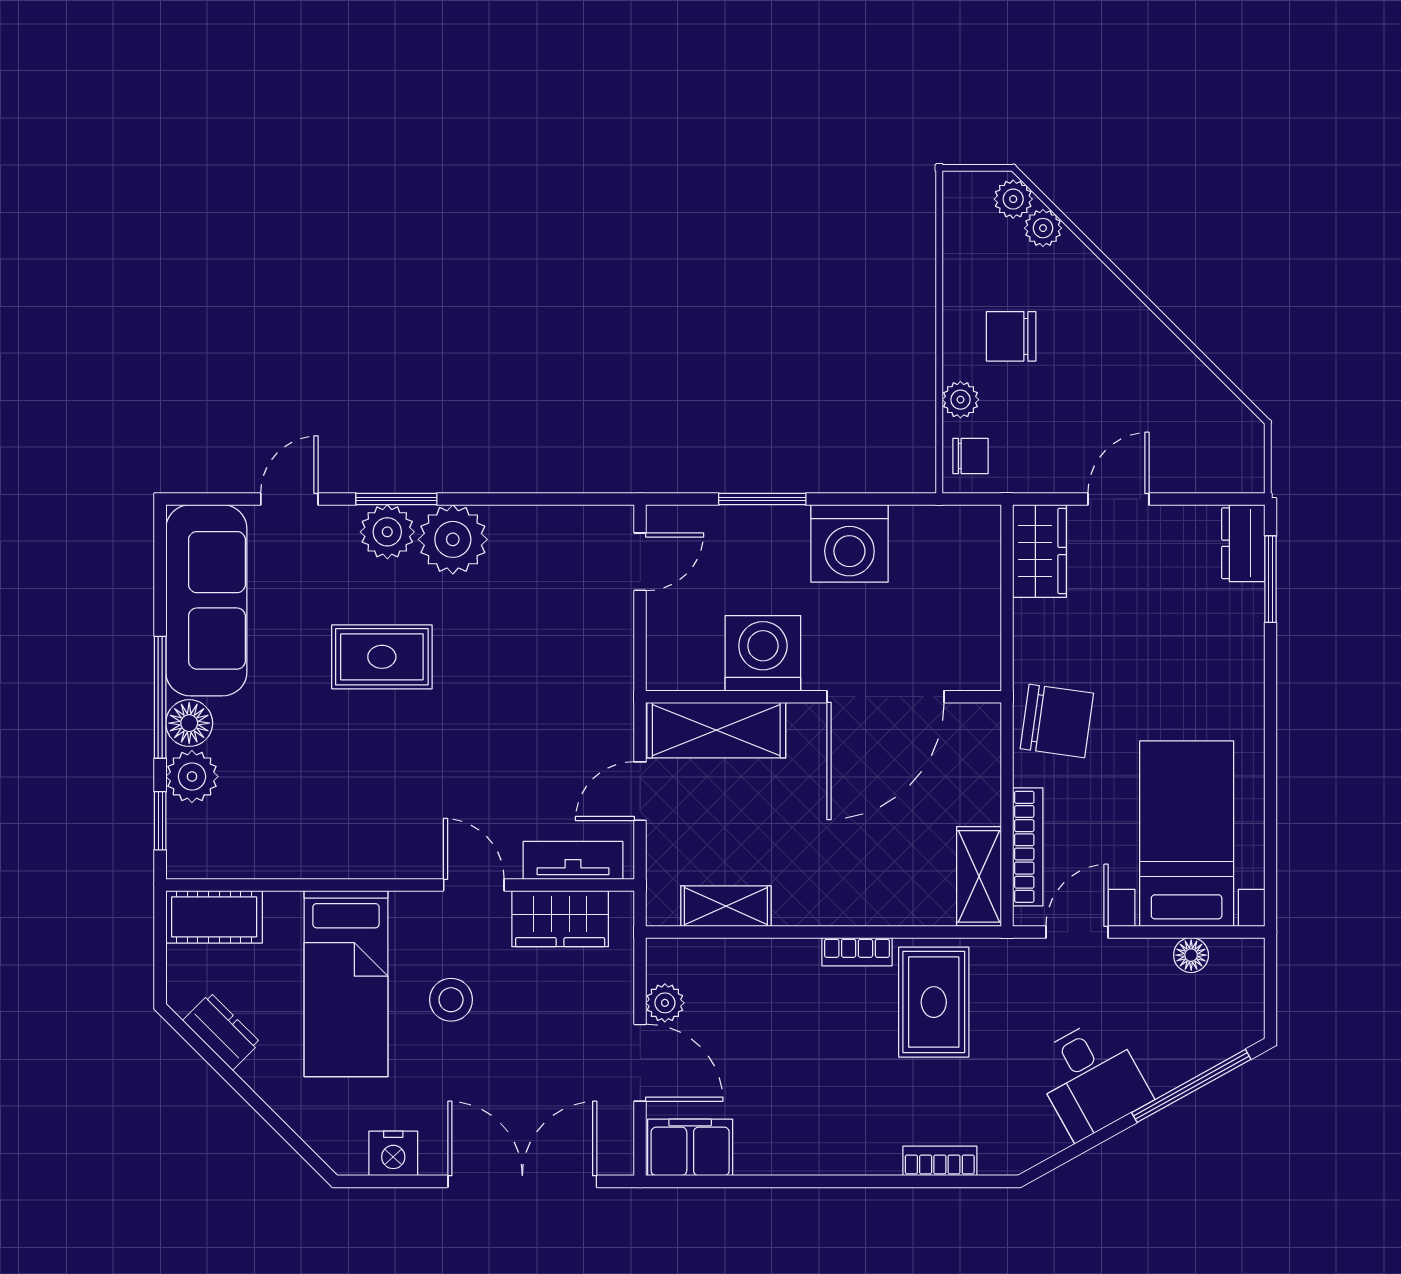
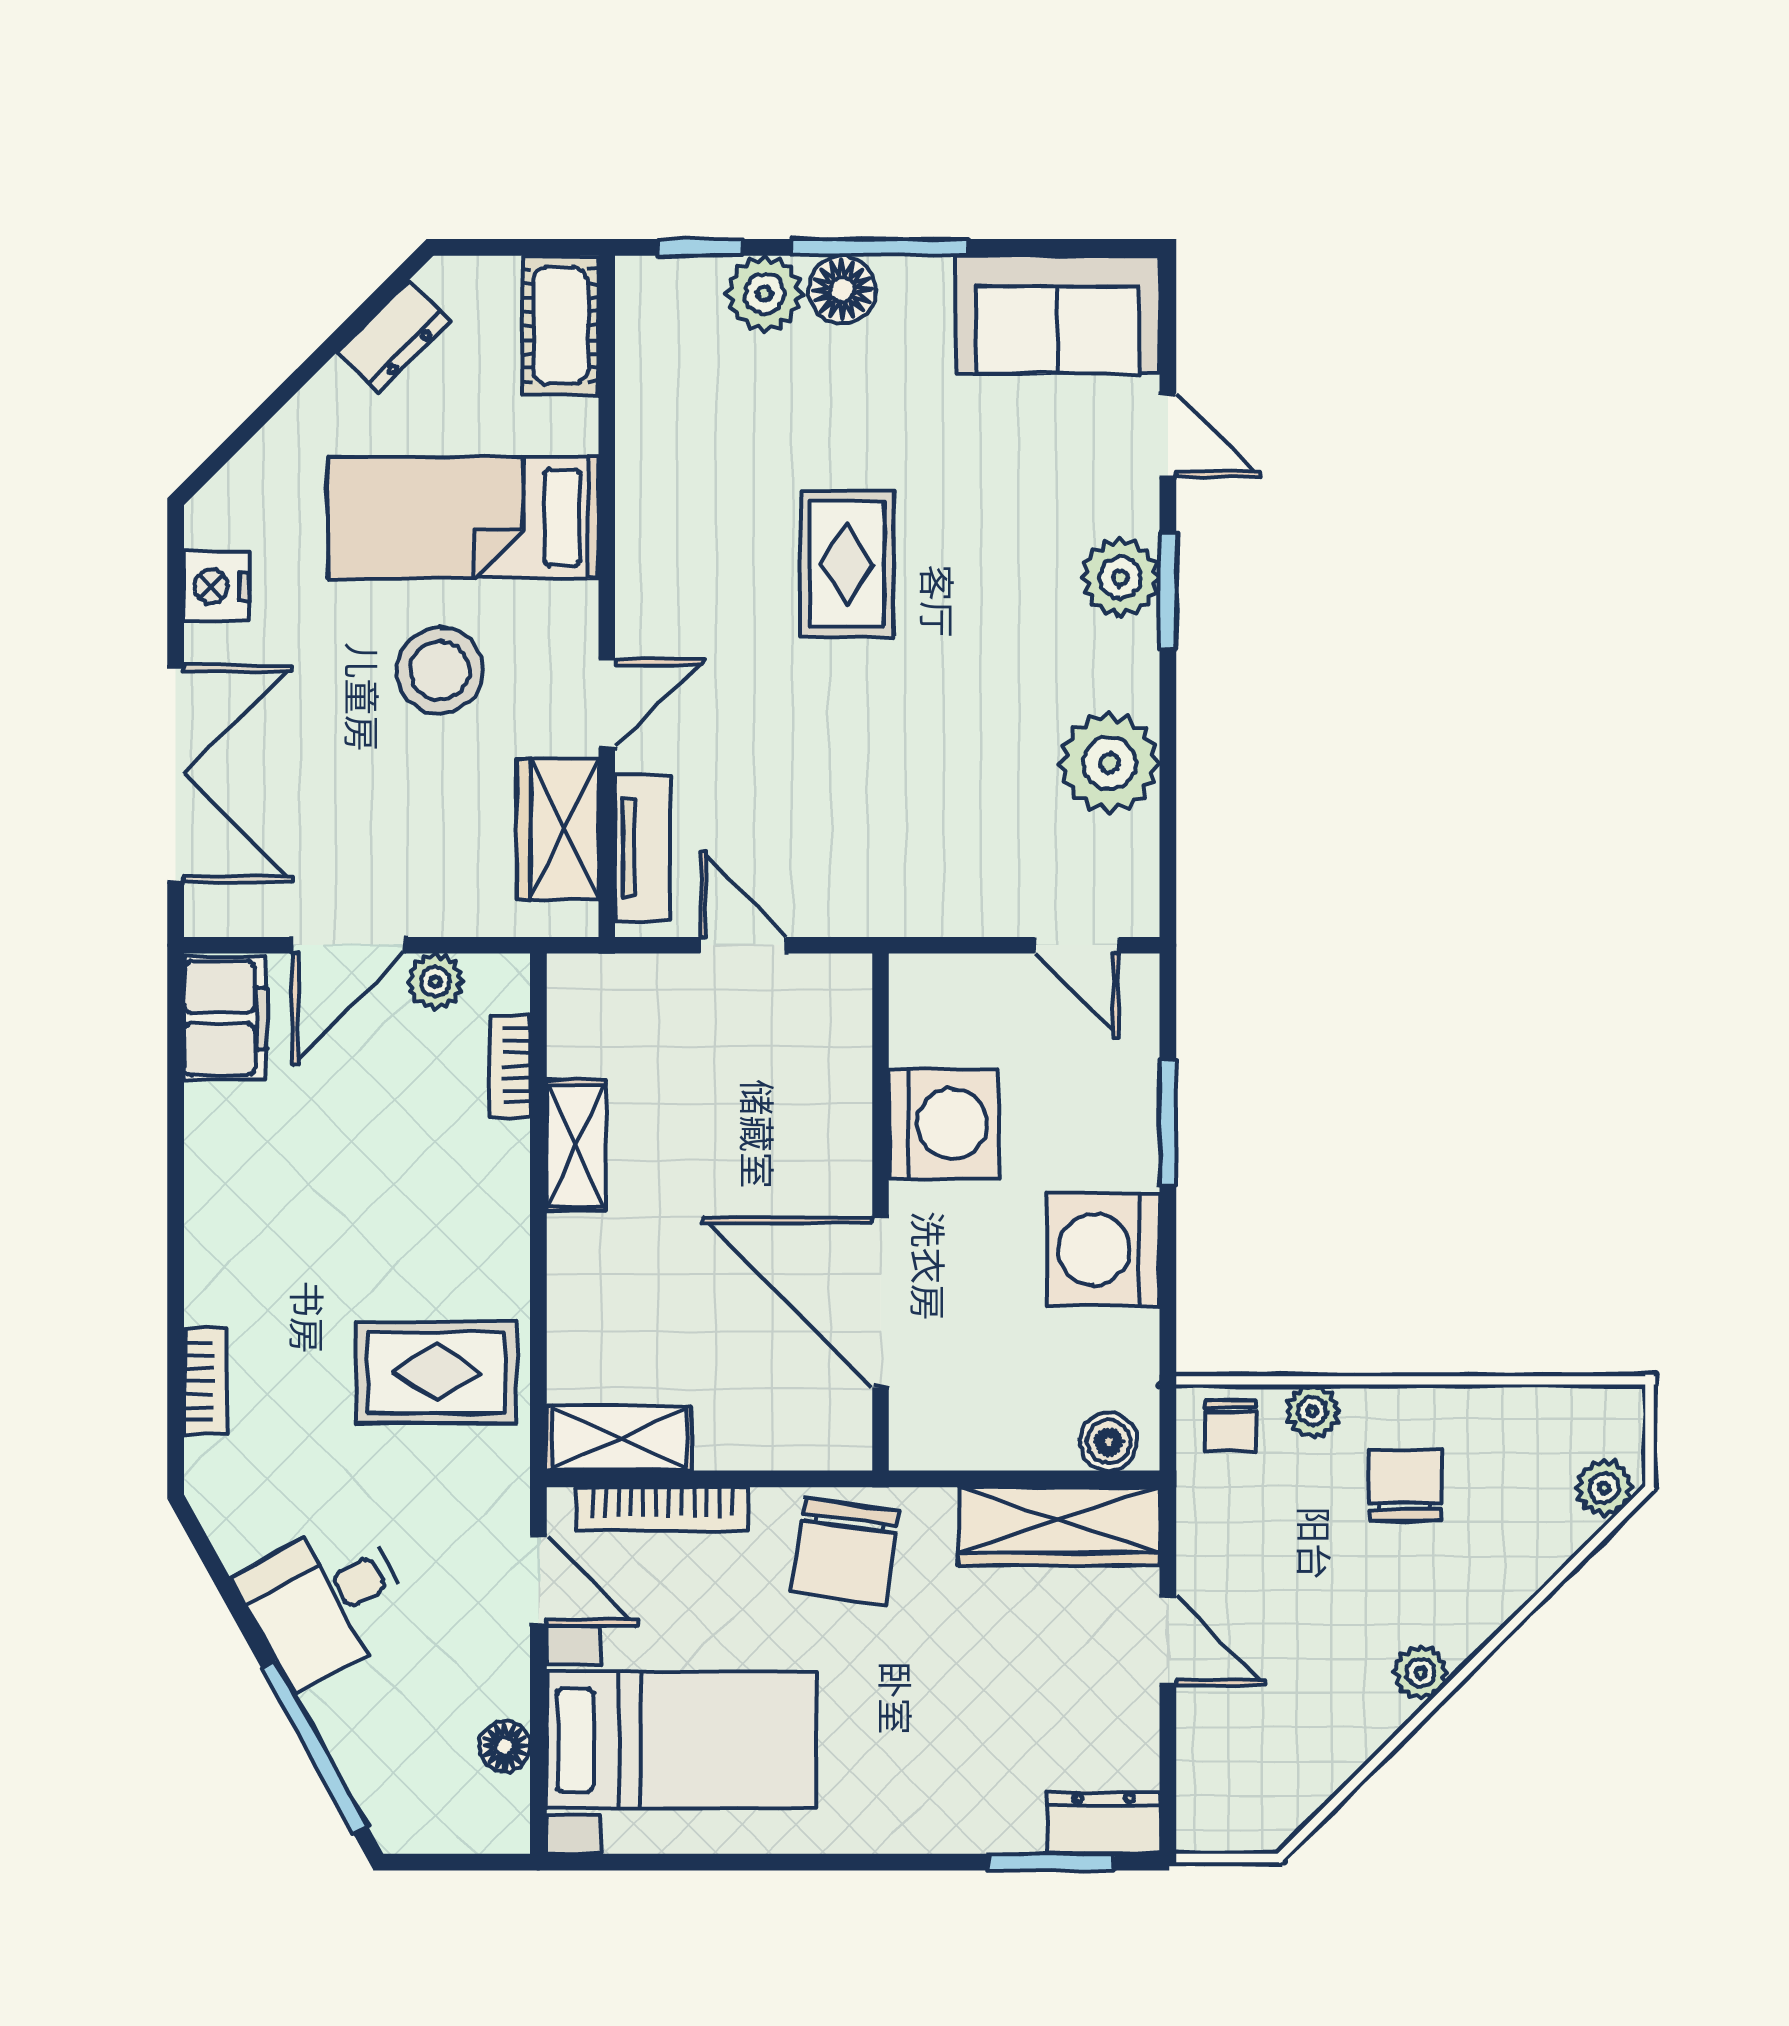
plant: (1043, 228) -> (1421, 1672), moved
plant: (453, 539) -> (1109, 763), moved
boiler: (982, 540) -> (1109, 1442), added
wardrobe: (1040, 551) -> (1059, 1526), width x1.50
sofa: (206, 600) -> (1057, 315), width x0.73
rug: (382, 657) -> (847, 564), moved
shelving: (716, 730) -> (832, 1056), removed
shelving: (726, 906) -> (576, 1146), moved
bookcase: (857, 952) -> (510, 1066), moved
stool: (451, 1000) -> (440, 670), width x1.38, depth x1.38

